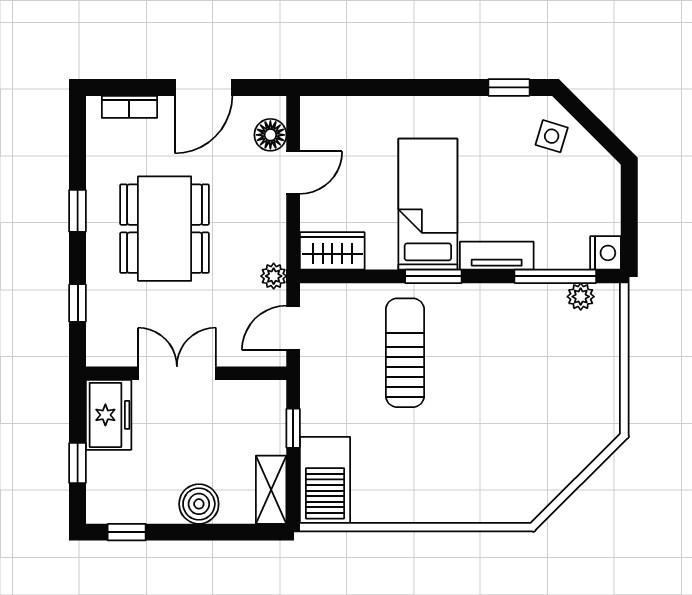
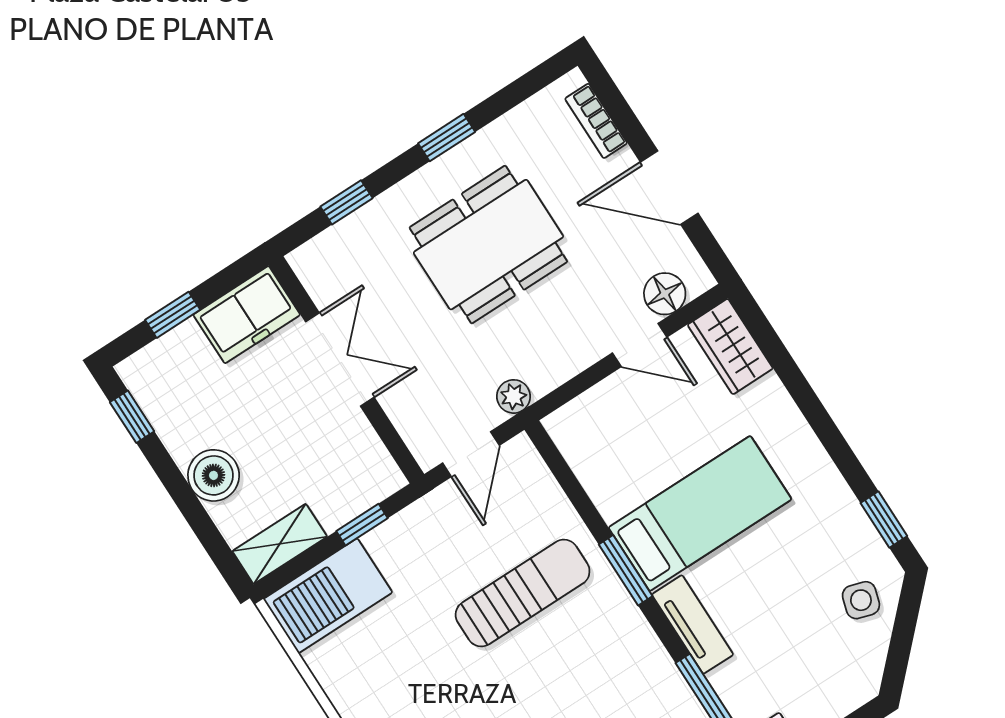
wardrobe: (332, 251) -> (730, 347), moved, turned 180
door: (293, 328) -> (471, 454), swing flipped

